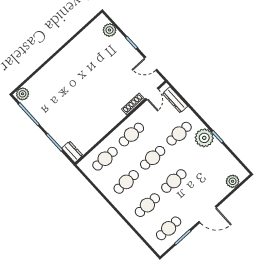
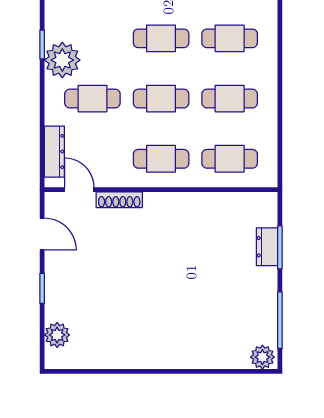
door: (152, 94) -> (79, 190), hinge flipped
dresser: (72, 152) -> (267, 247), moved

